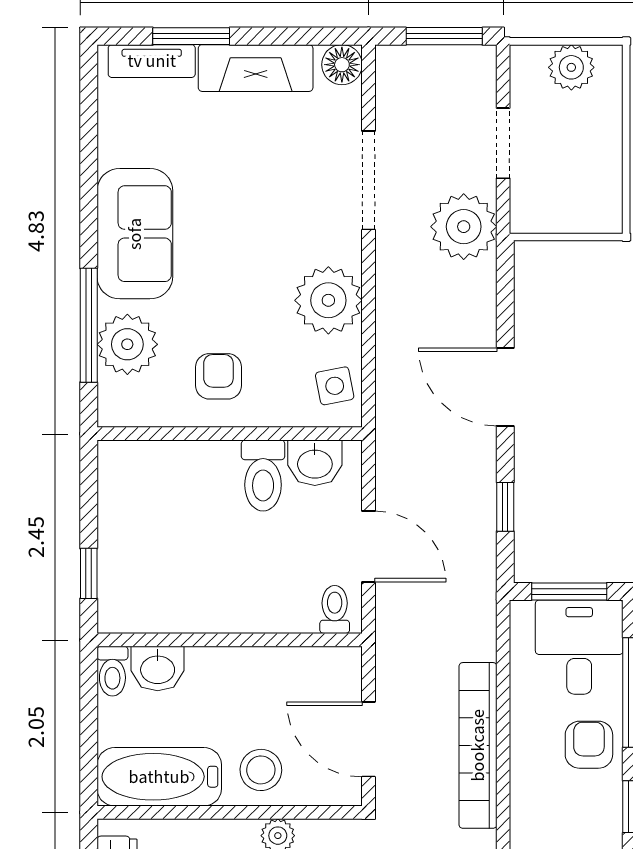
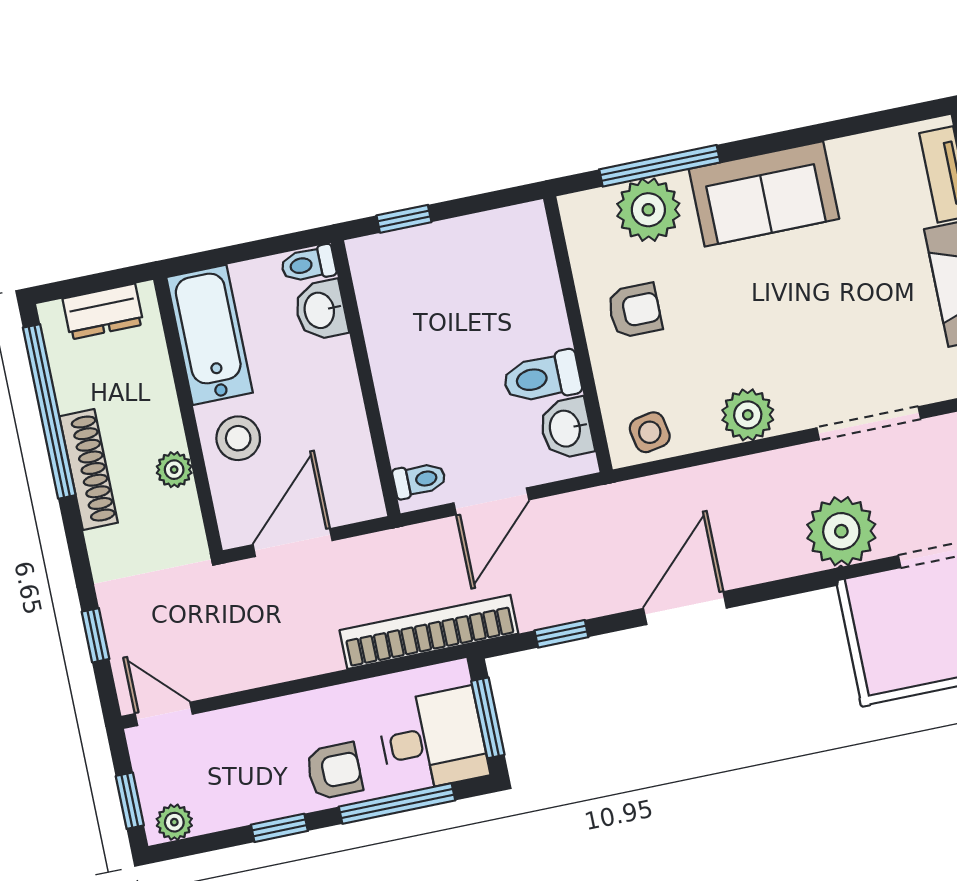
plant: (328, 300) -> (748, 415), width x0.73, depth x0.73
bookcase: (478, 745) -> (429, 632), moved

